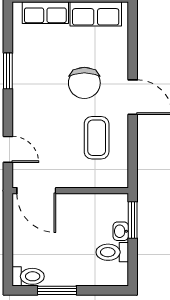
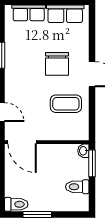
coffee table: (97, 138) -> (66, 104), turned 90
washbasin: (121, 231) -> (83, 151), moved

